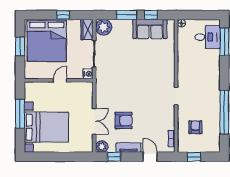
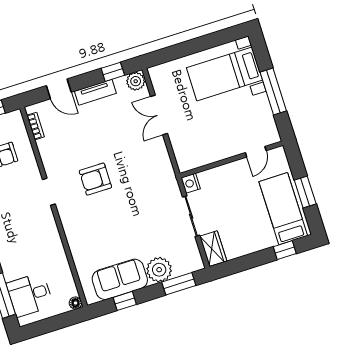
window: (63, 15) -> (285, 250), moved
window: (126, 15) -> (179, 284), moved
plant: (104, 27) -> (159, 270), moved
bed: (47, 40) -> (283, 209), width x0.49
door: (60, 80) -> (256, 152), moved
armchair: (124, 120) -> (95, 179), moved
bed with nightstands: (46, 127) -> (224, 74), width x0.73

